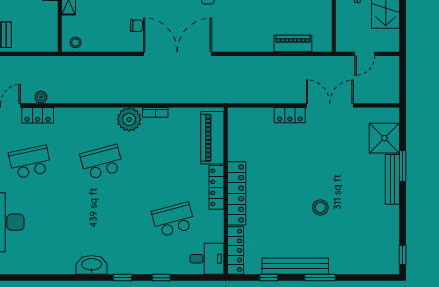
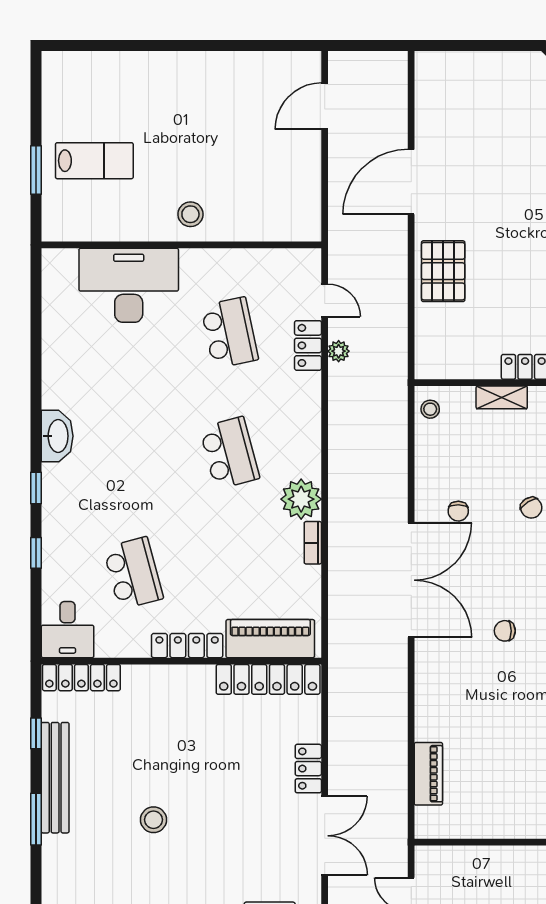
locker: (237, 193) -> (268, 679), moved

